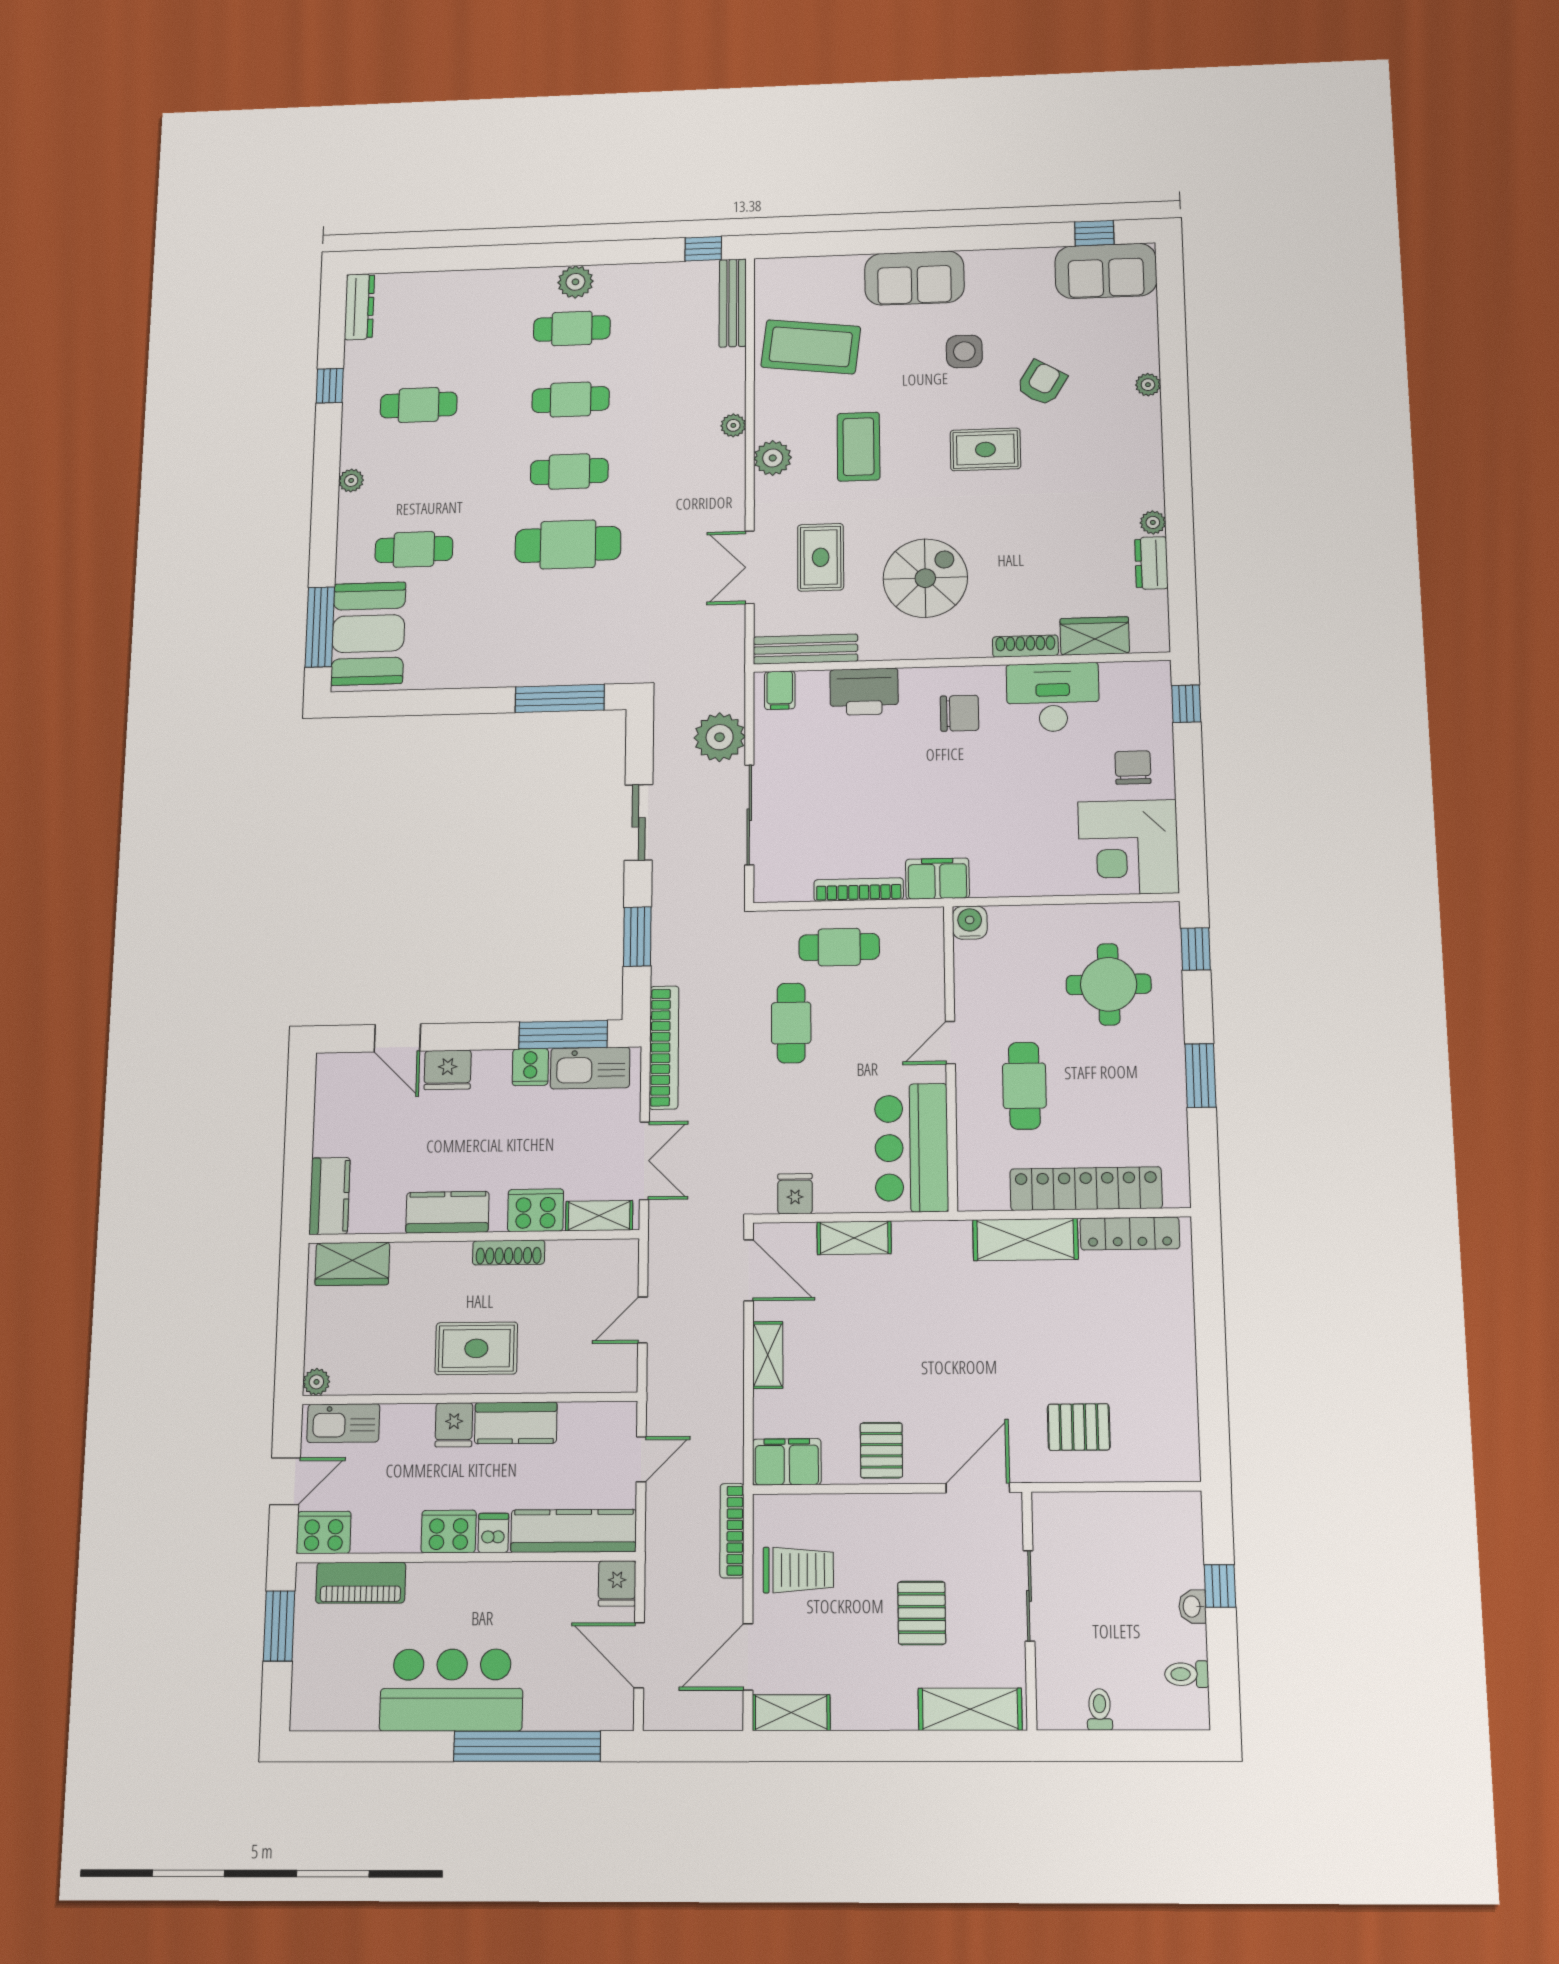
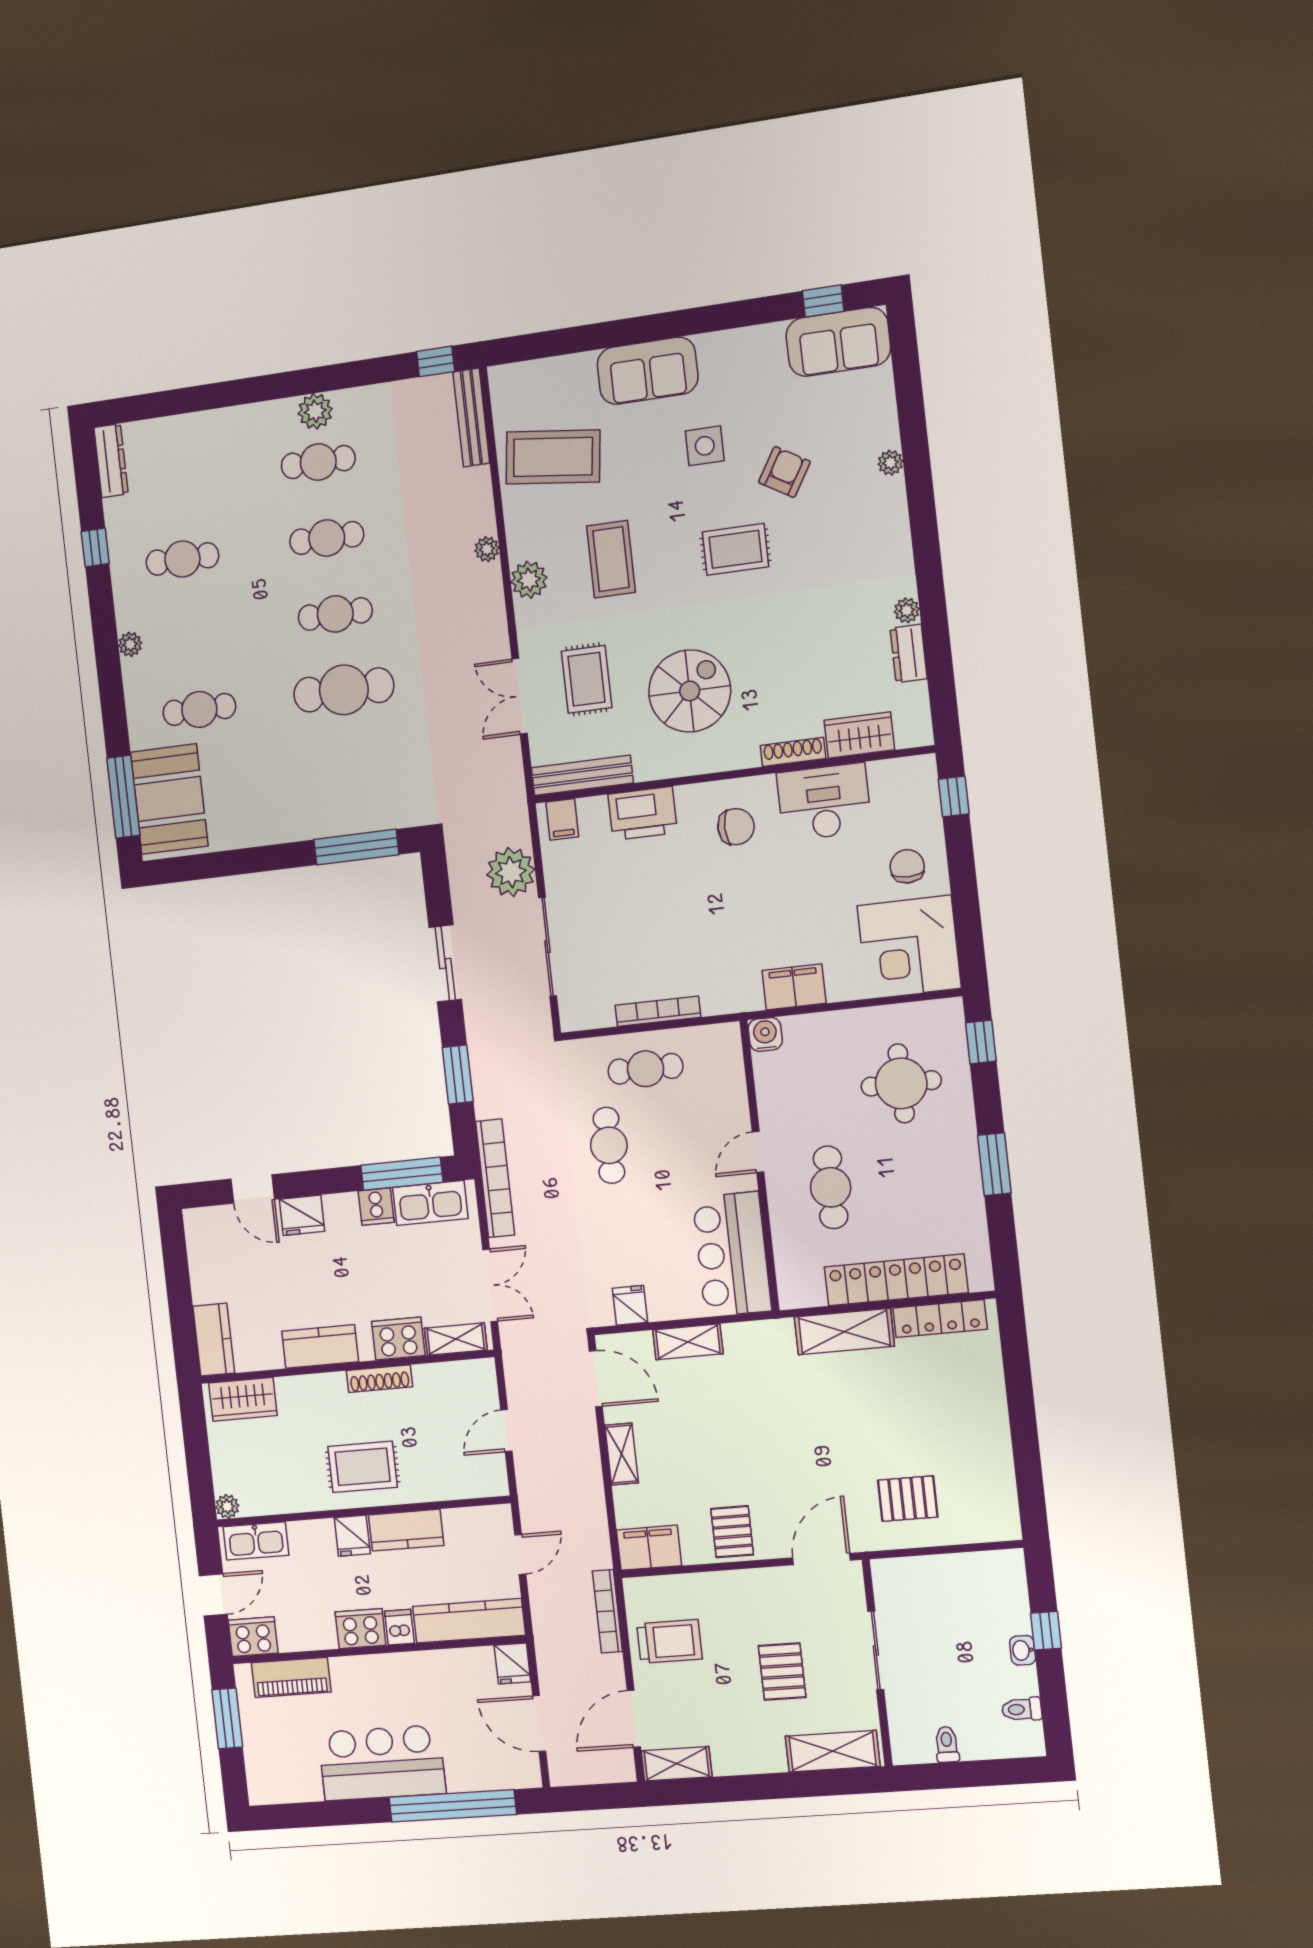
filing cabinet: (937, 879) -> (794, 987), moved

